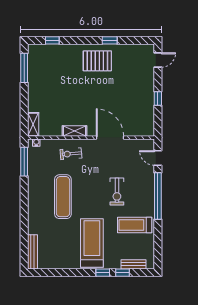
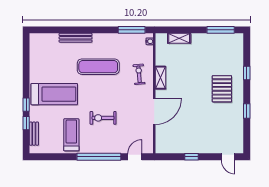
window: (52, 40) -> (247, 73), moved
pallet: (97, 61) -> (222, 89), moved
shelving: (33, 124) -> (179, 38), moved
bench: (33, 252) -> (76, 38), moved

